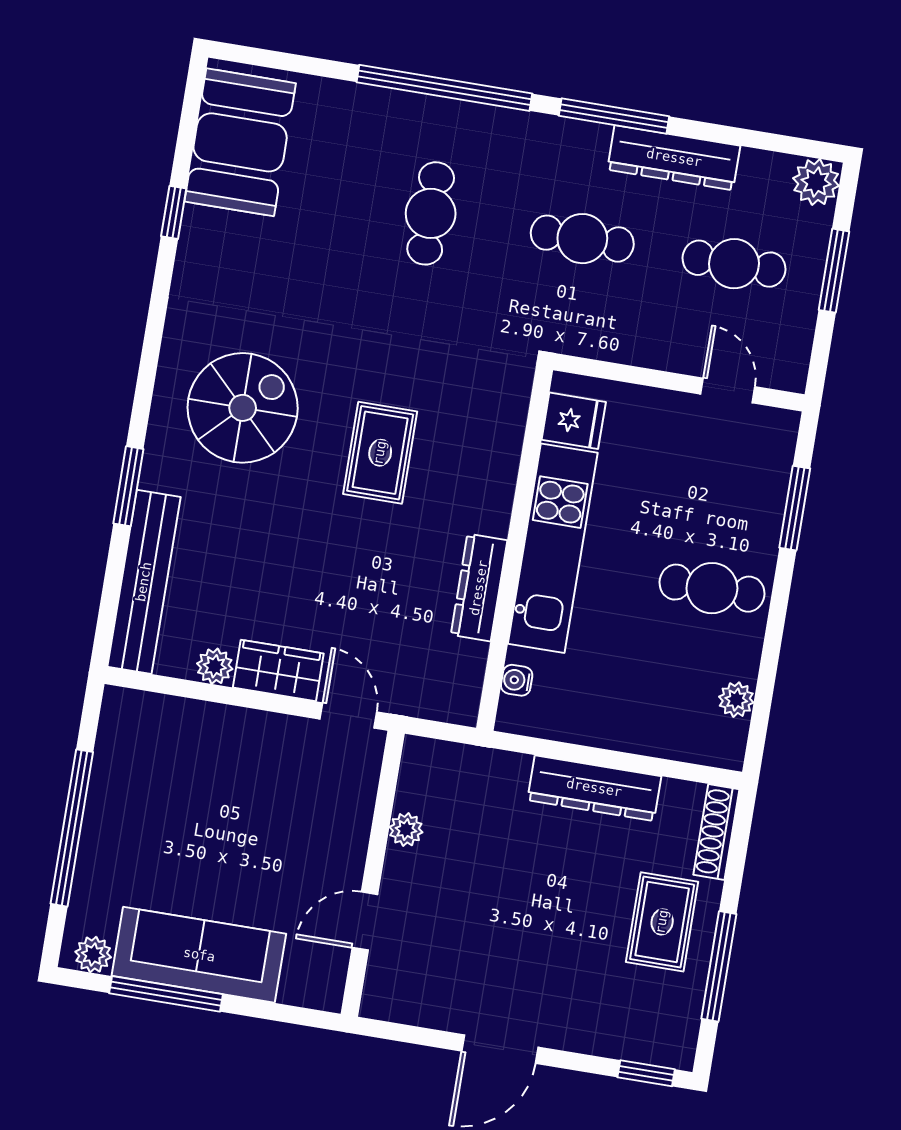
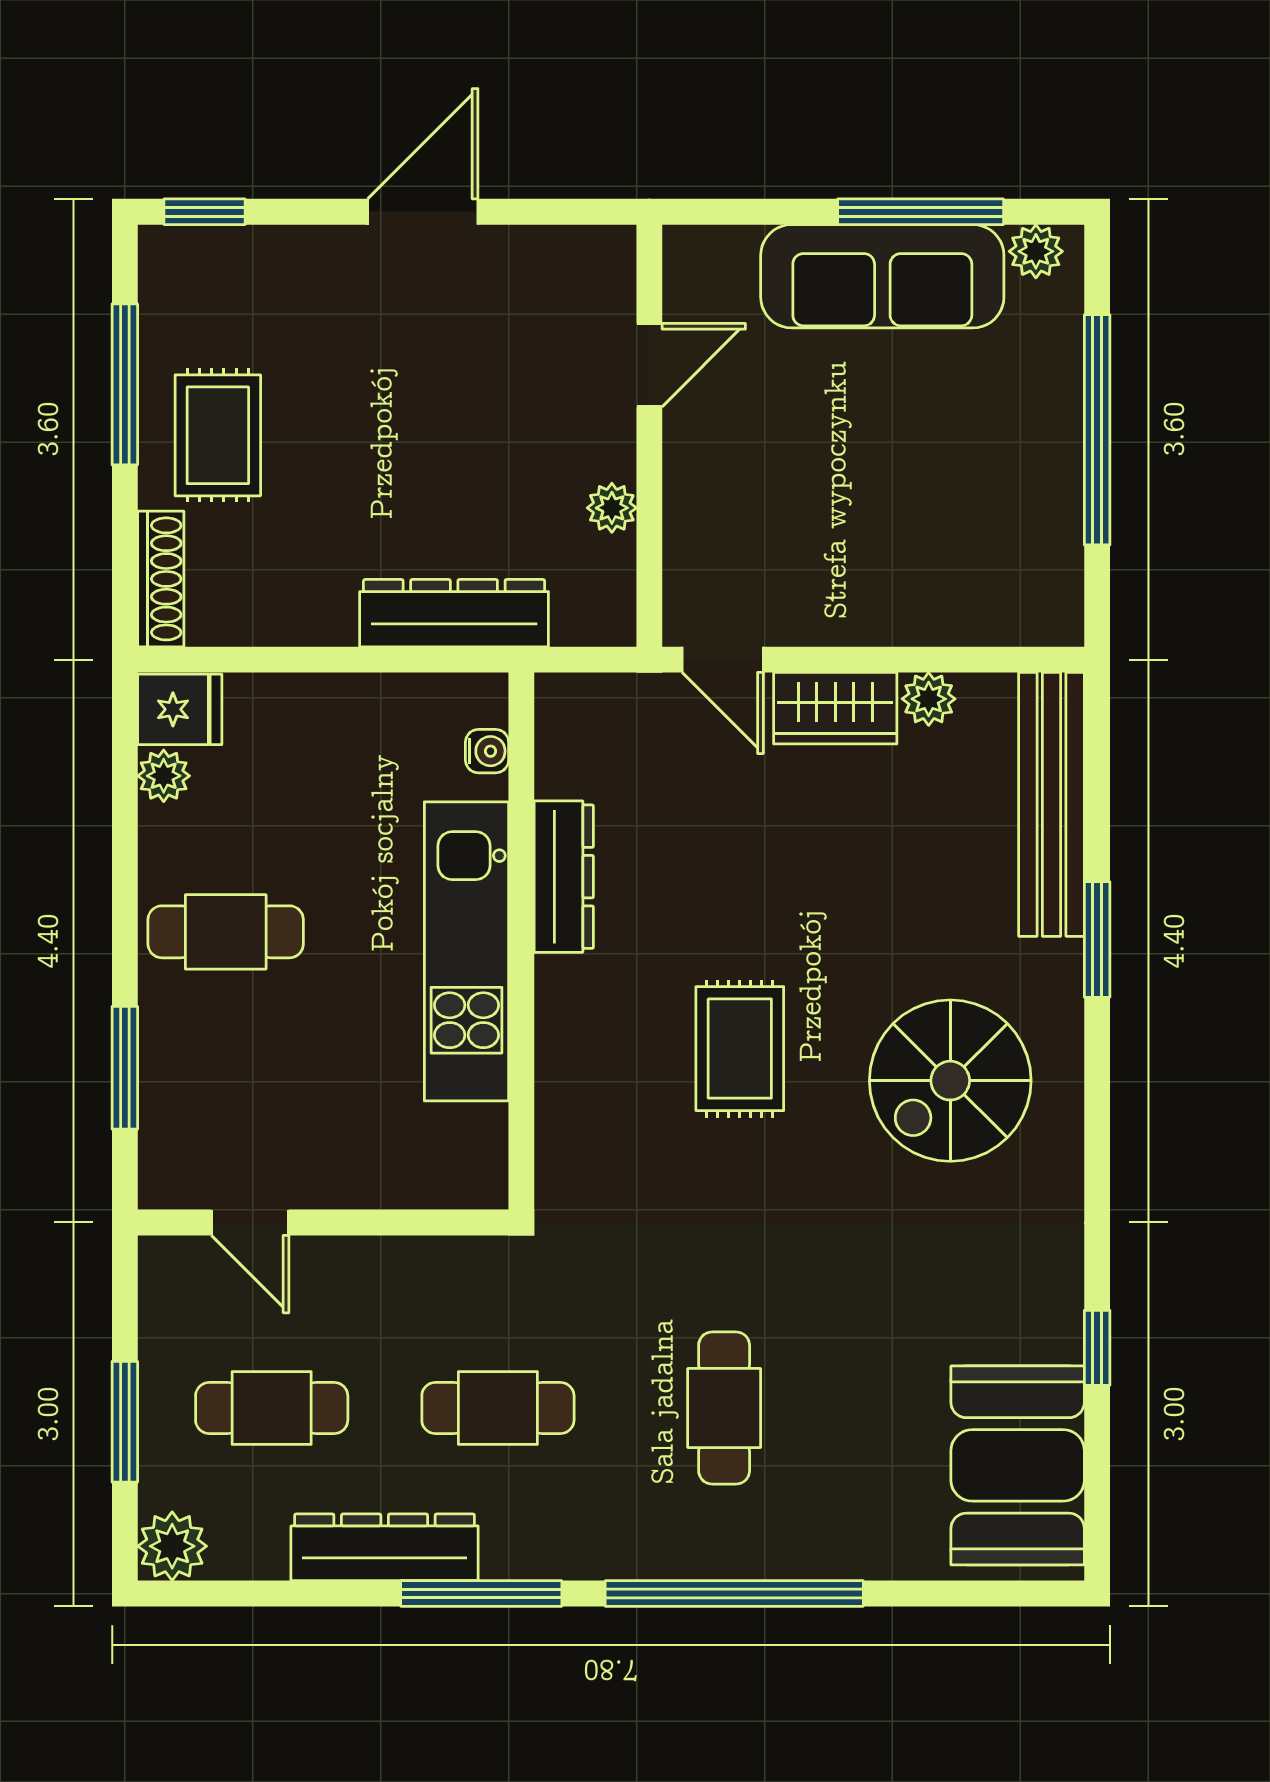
fridge: (574, 421) -> (180, 709), moved, turned 180
dresser: (594, 788) -> (454, 613), moved

